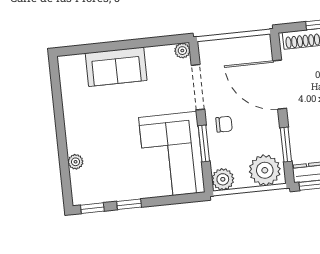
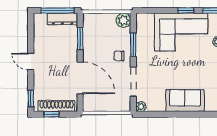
corner sofa: (172, 155) -> (181, 32), moved, turned 90
plant: (265, 170) -> (96, 23), removed

